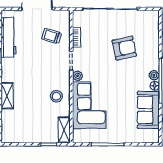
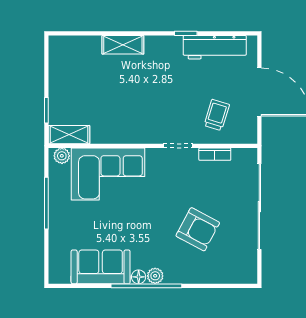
armchair: (124, 48) -> (198, 229), turned -50
plant: (78, 76) -> (62, 156), moved
stool: (56, 96) -> (122, 122), removed

